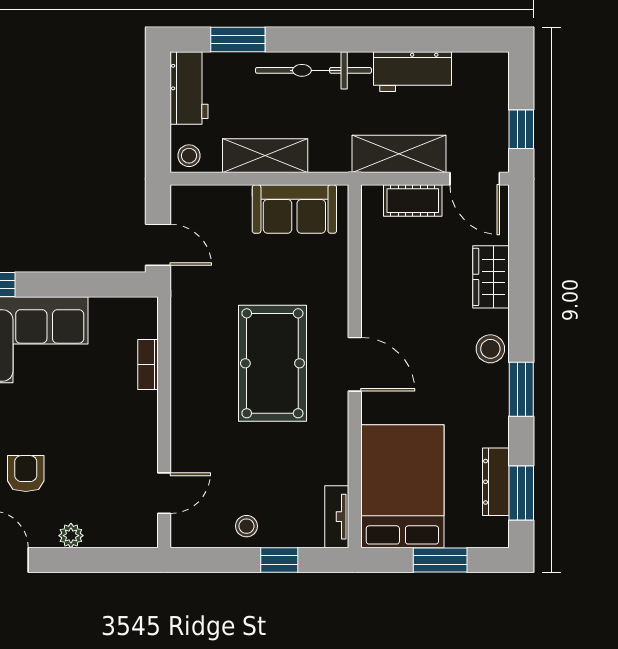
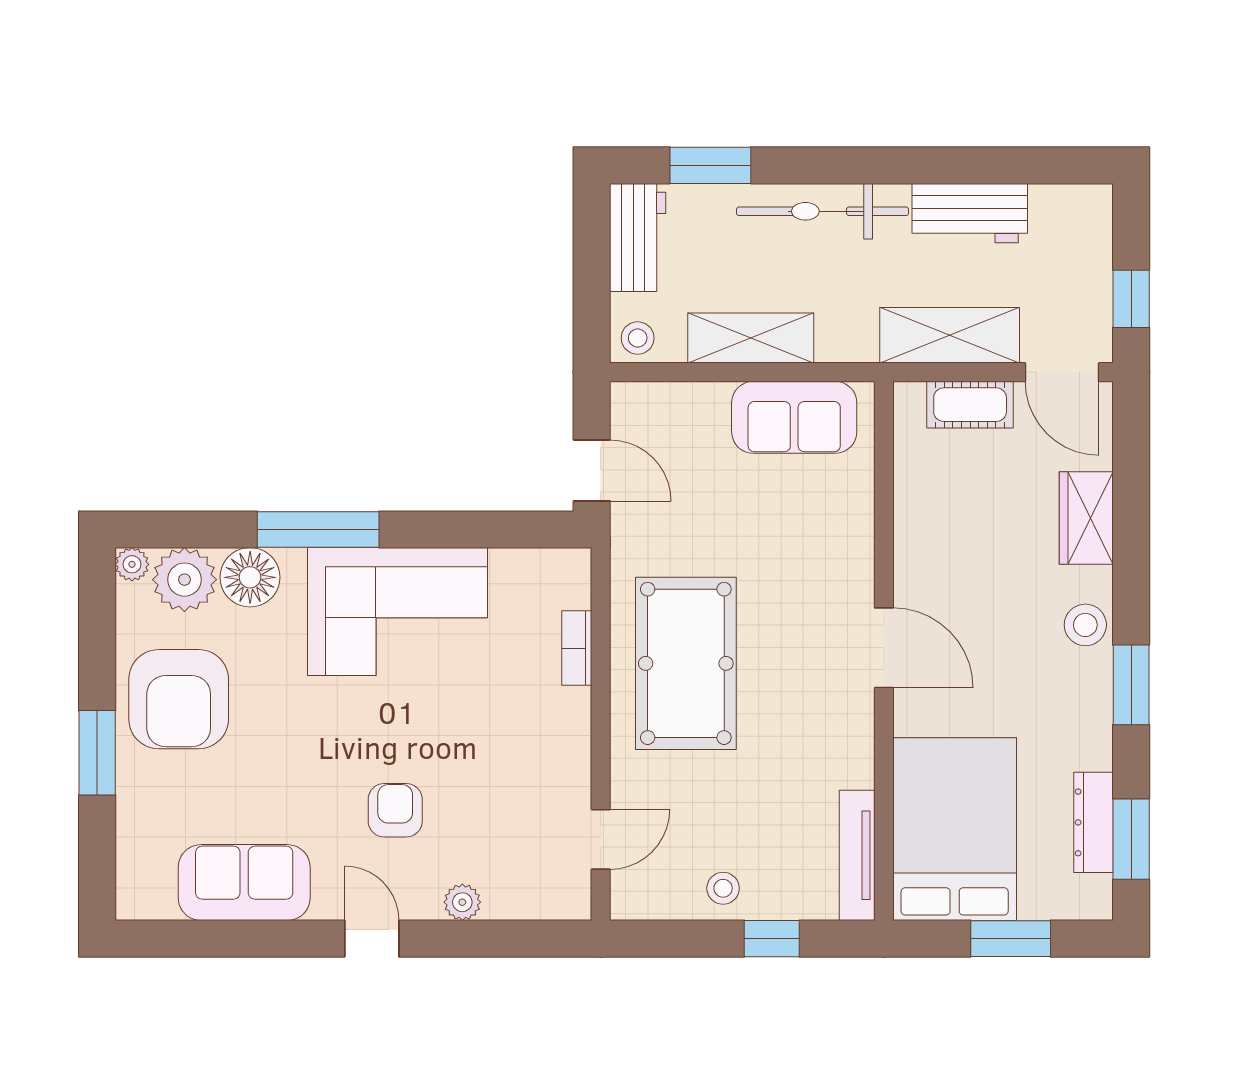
pool table: (272, 363) -> (686, 663), moved
tv unit: (337, 517) -> (857, 855), width x1.41

